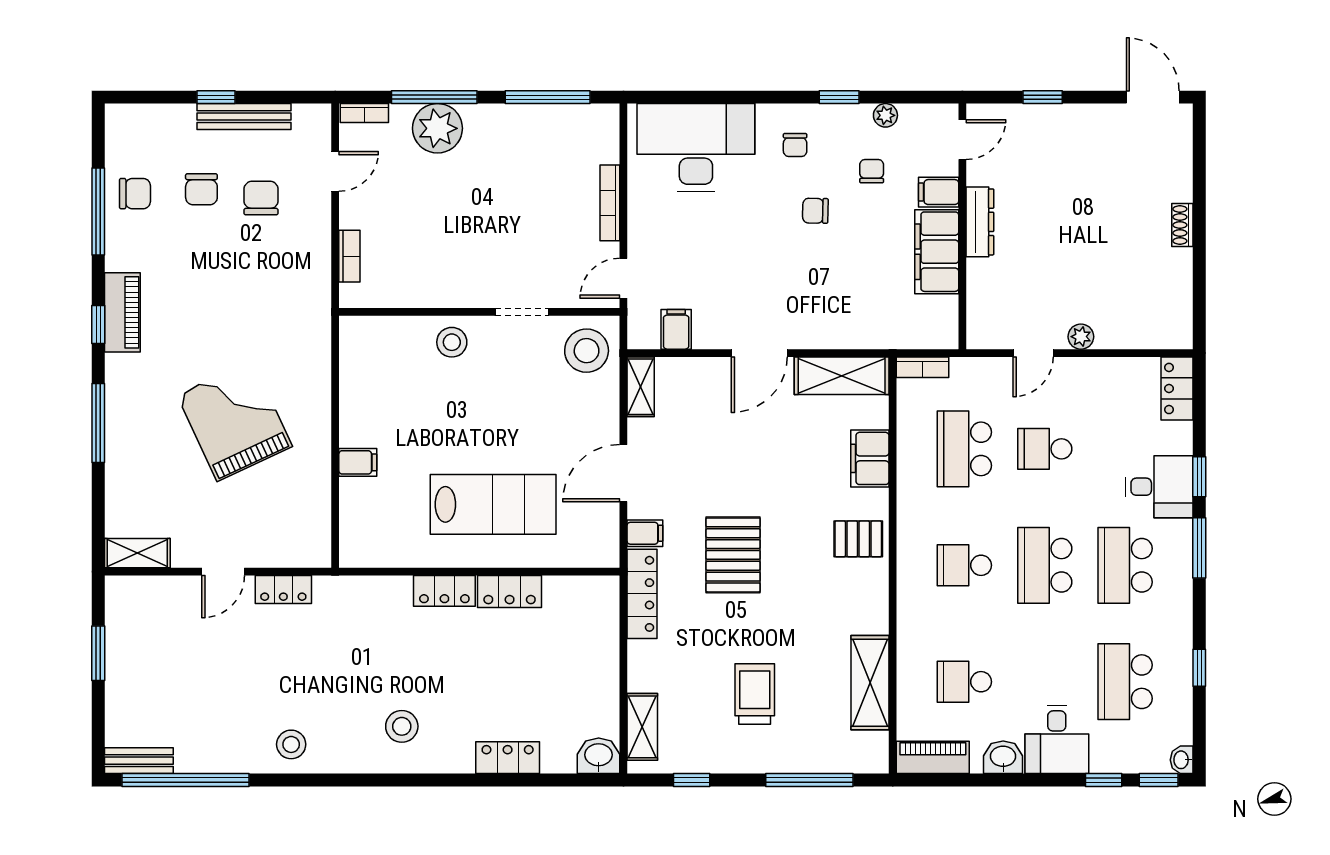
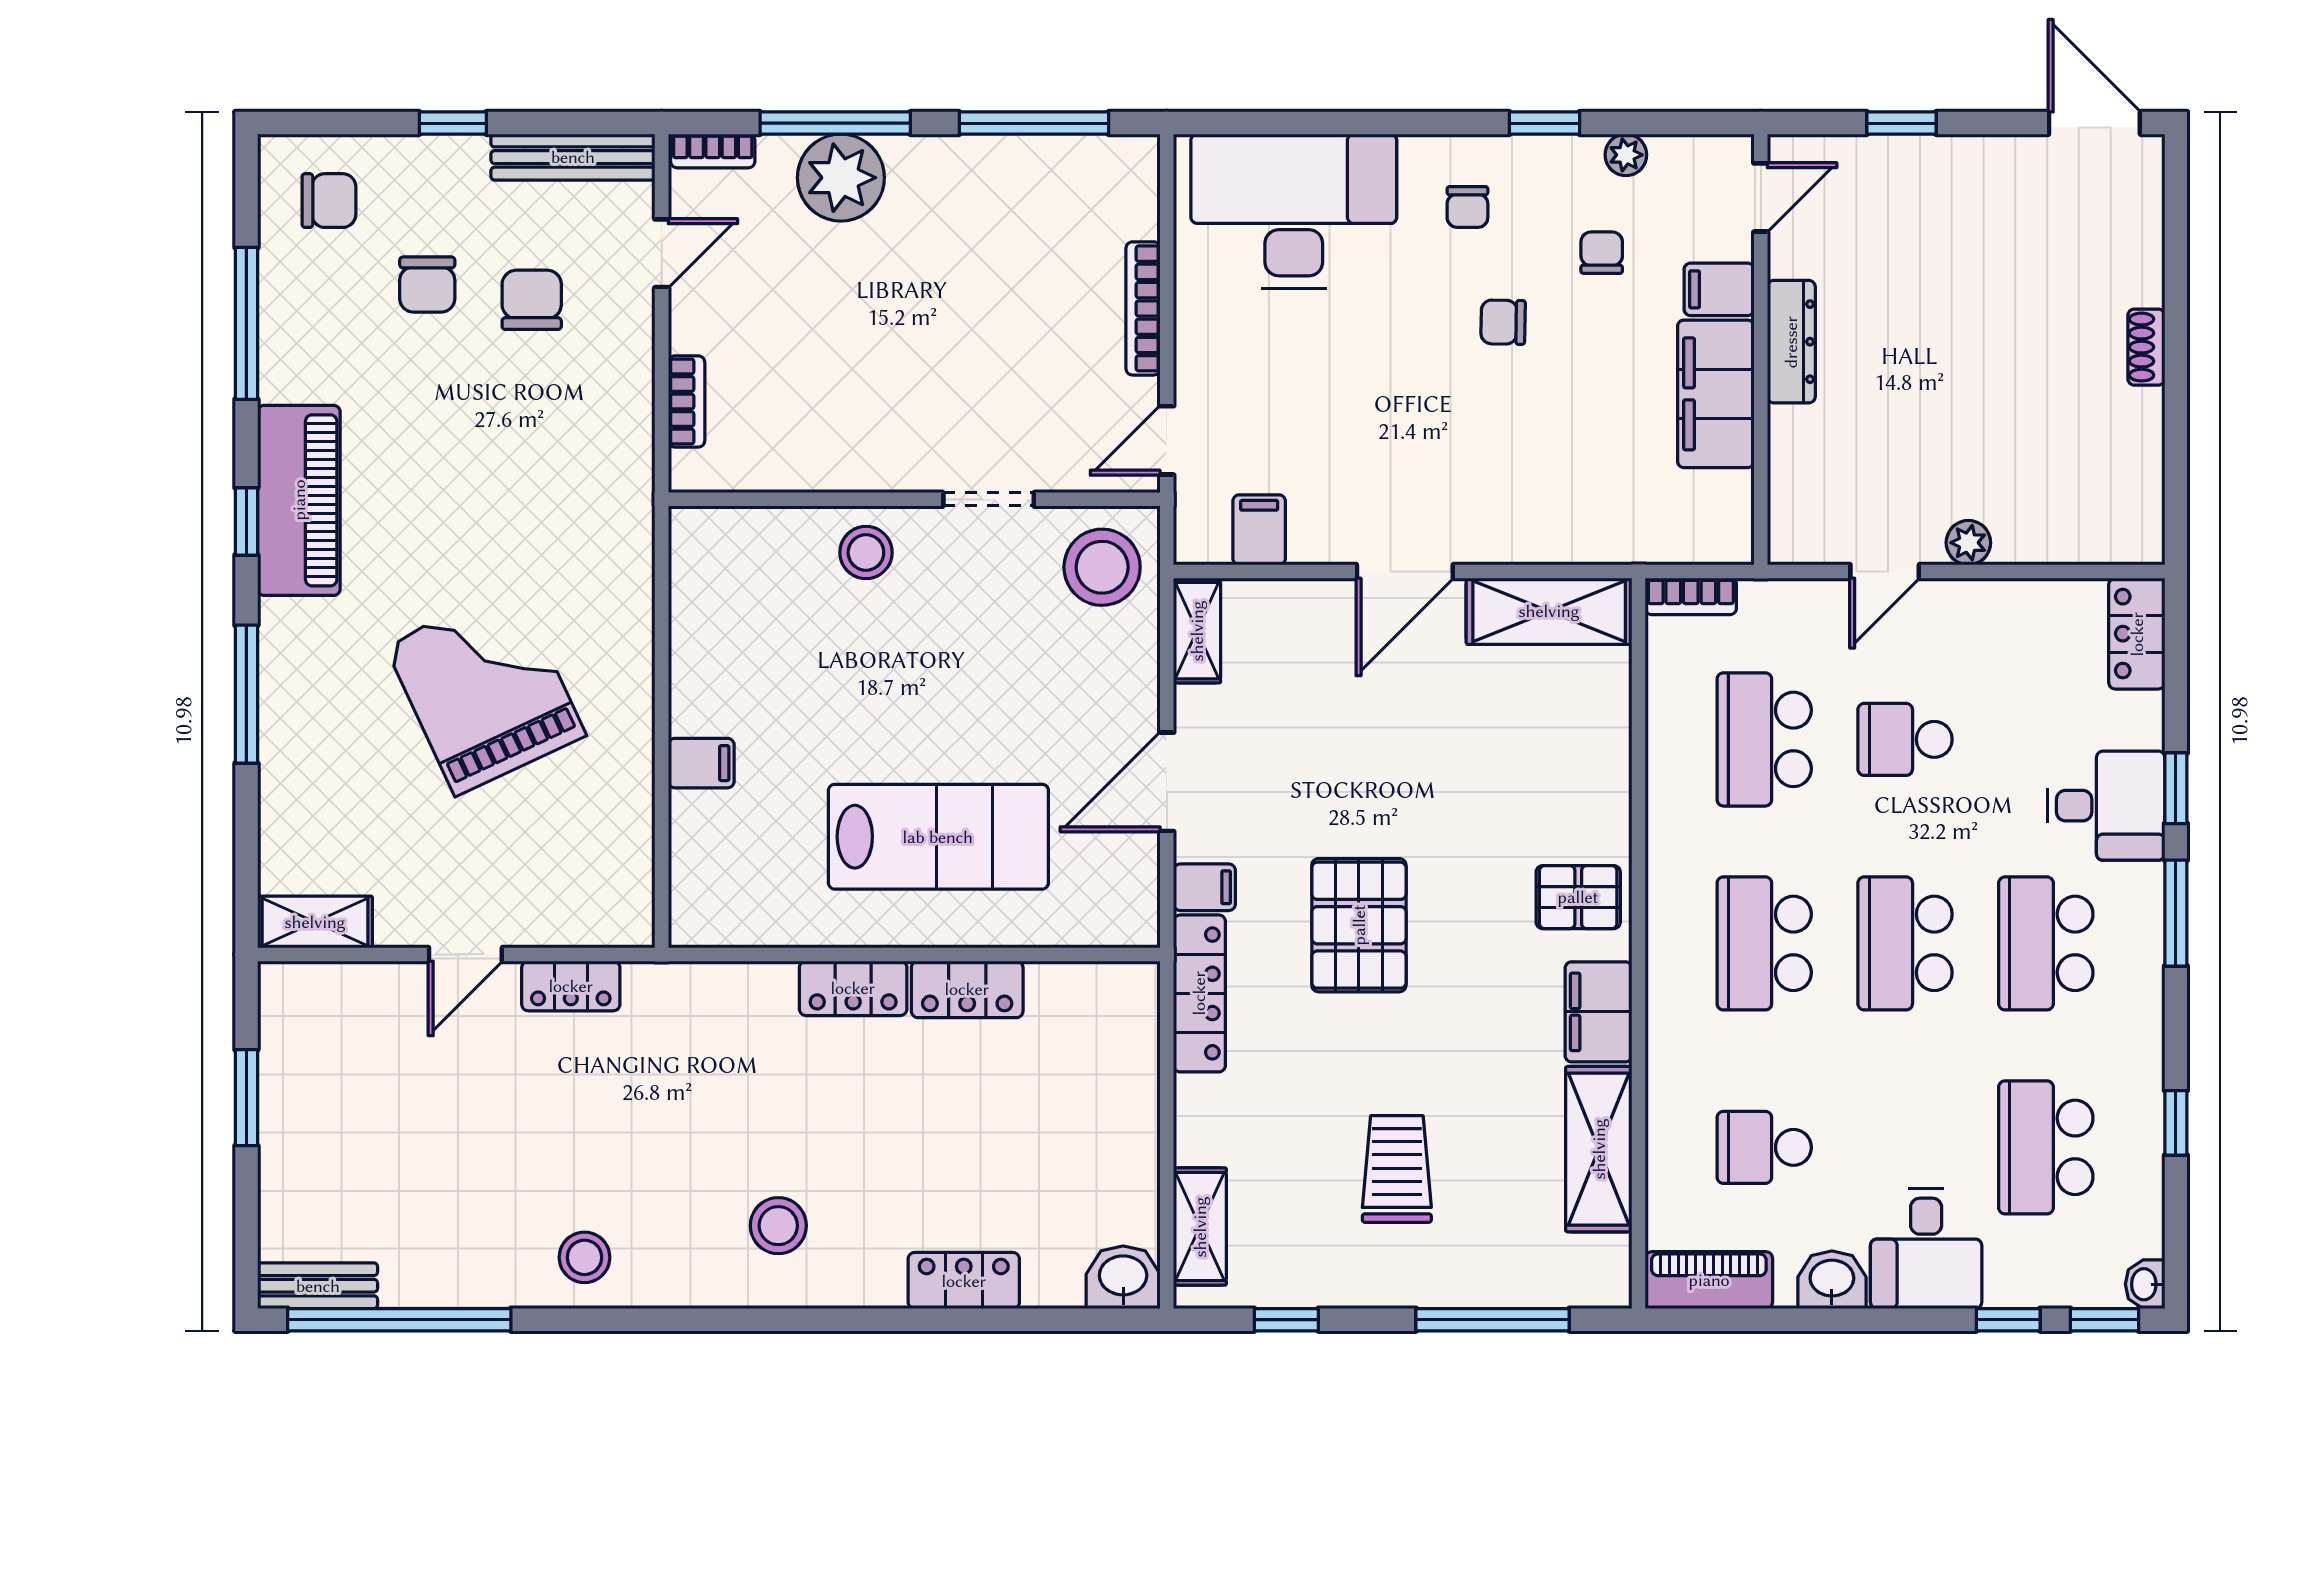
bench: (244, 117) -> (573, 157), moved
chair: (135, 194) -> (329, 201), moved
piano: (122, 312) -> (299, 500), width x1.37, depth x1.33
filing cabinet: (870, 458) -> (1599, 1012), moved
school desk: (964, 565) -> (1764, 943), width x1.85

